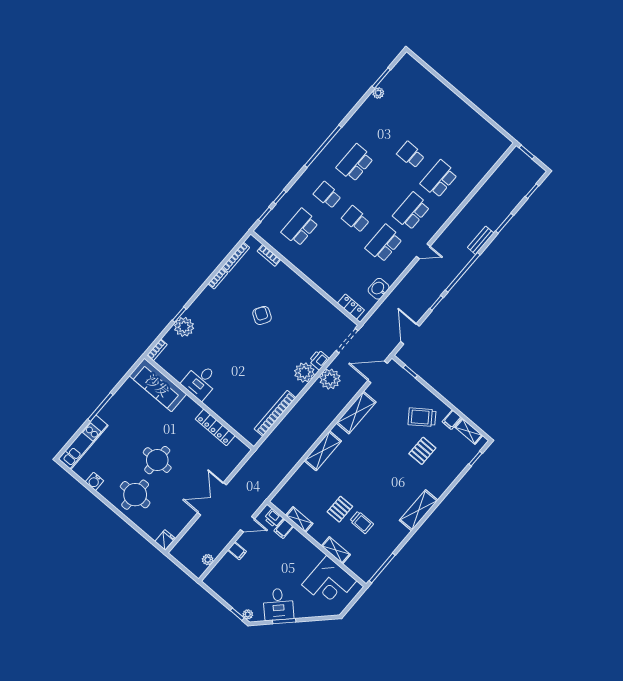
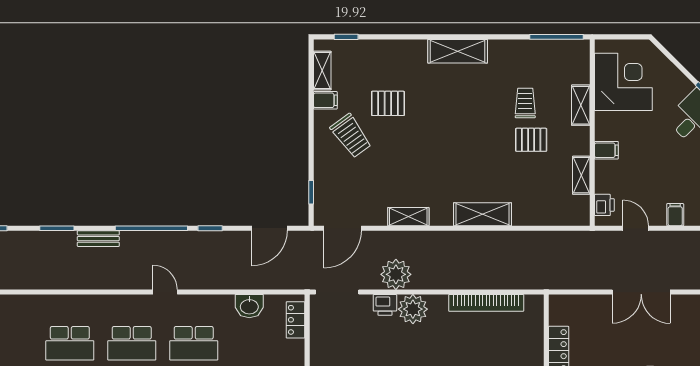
door: (378, 372) -> (343, 228), hinge flipped
shelving: (356, 413) -> (408, 217), width x0.67, depth x0.75
filing cabinet: (284, 529) -> (606, 150), moved

